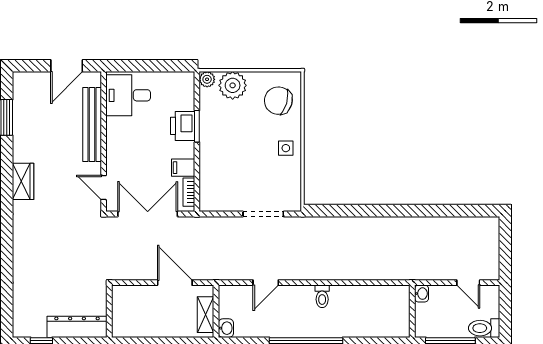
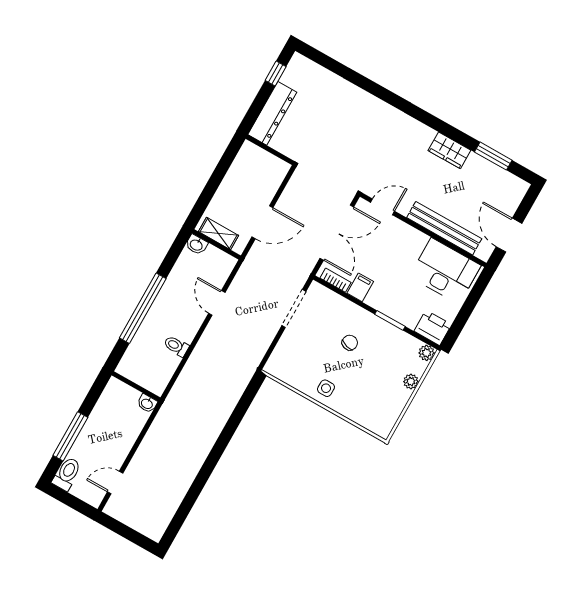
plant: (233, 85) -> (411, 381), width x0.53, depth x0.53
desk: (128, 95) -> (445, 271), width x1.37
chair: (278, 101) -> (350, 343), moved, width x0.54, depth x0.54
printer: (183, 126) -> (433, 328), moved
wardrobe: (23, 181) -> (449, 150), moved
doorway: (263, 214) -> (294, 308), moved
washbasin: (422, 294) -> (147, 404), moved
wall: (412, 311) -> (136, 386), moved

